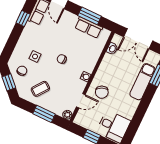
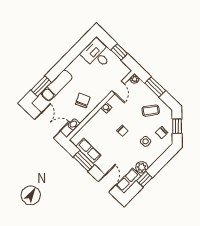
plant: (30, 29) -> (142, 167), added
chair: (102, 92) -> (83, 101), moved
door: (81, 101) -> (118, 87), swing flipped

